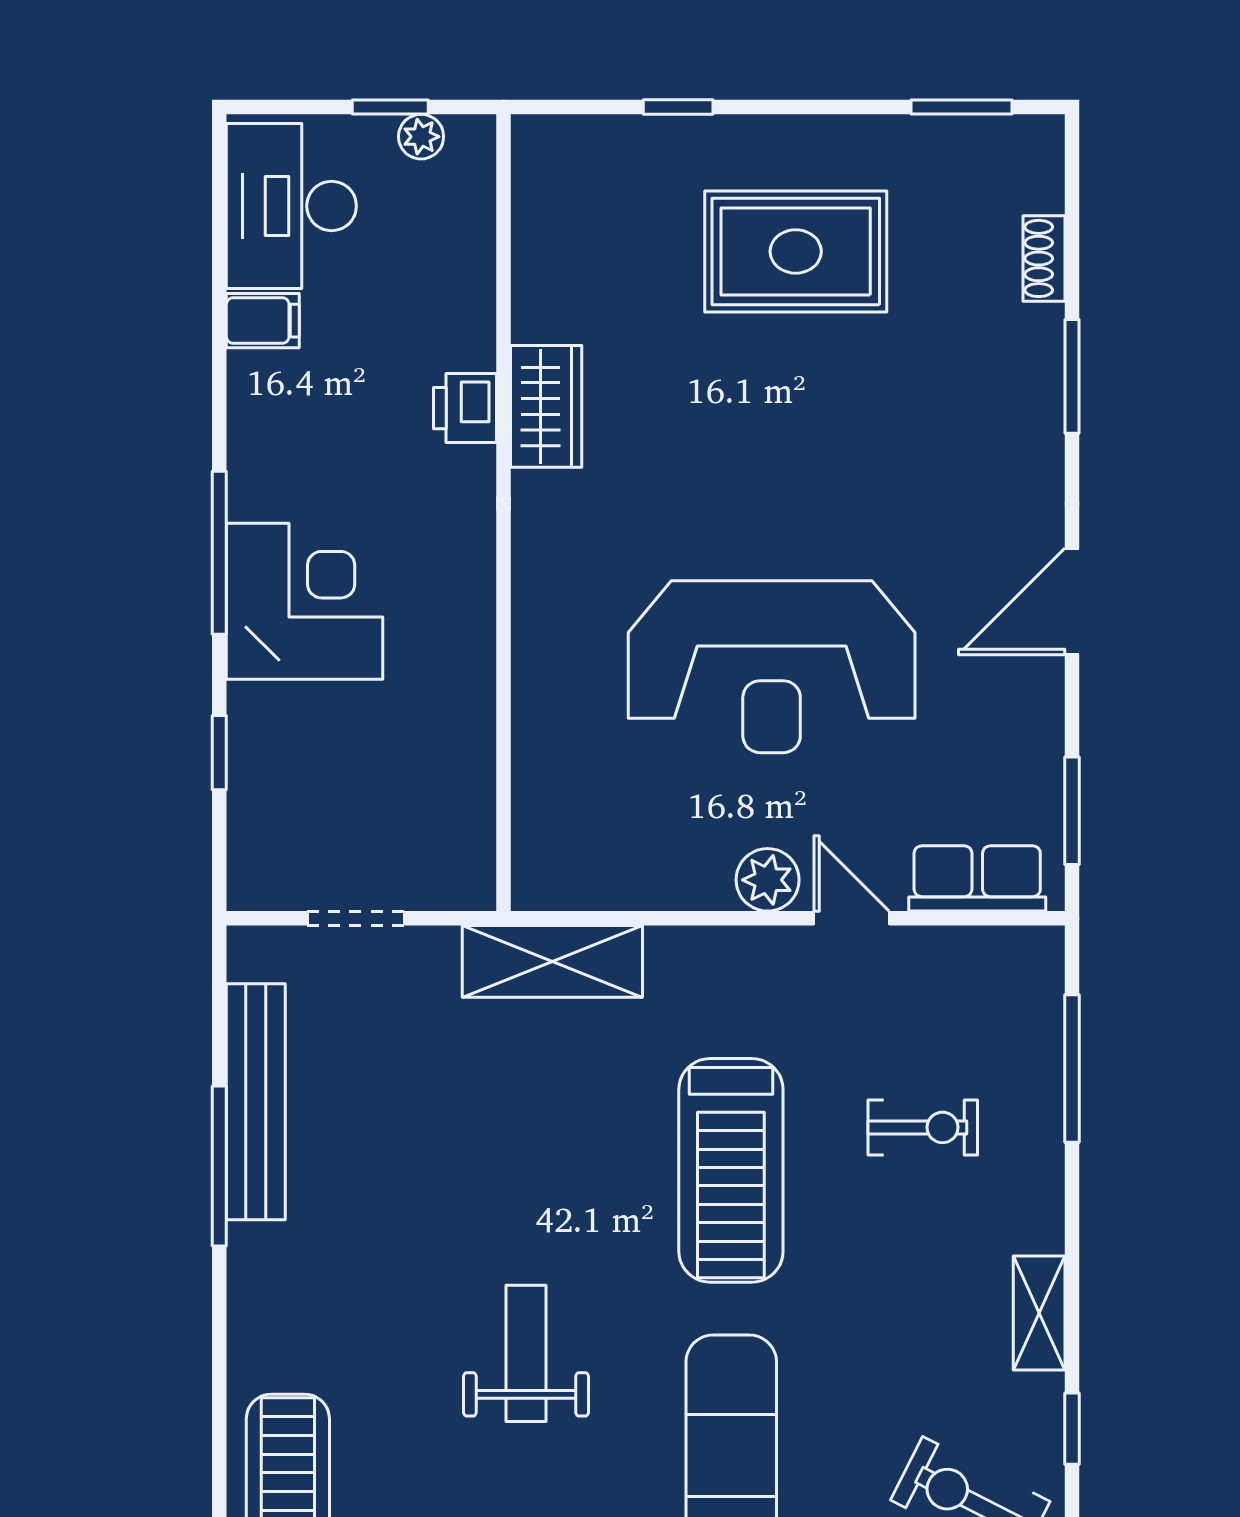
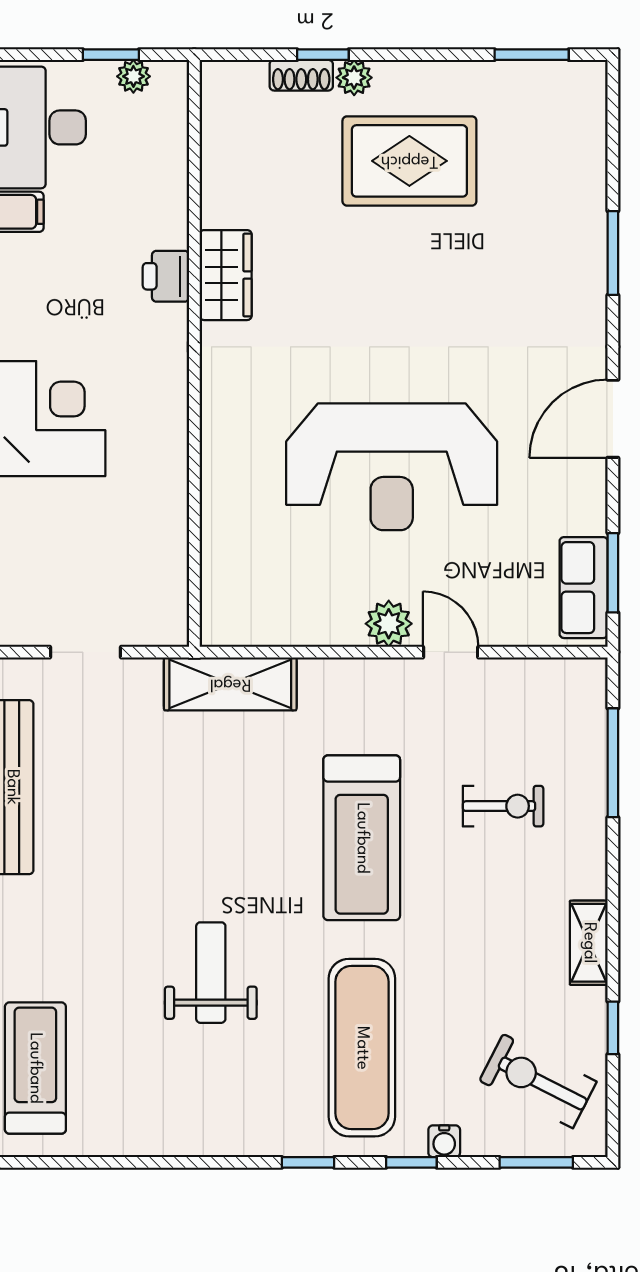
plant: (721, 138) -> (354, 78), added
shoe rack: (1044, 258) -> (301, 75), moved, turned -90
row of seats: (977, 878) -> (584, 588), moved, turned -90

